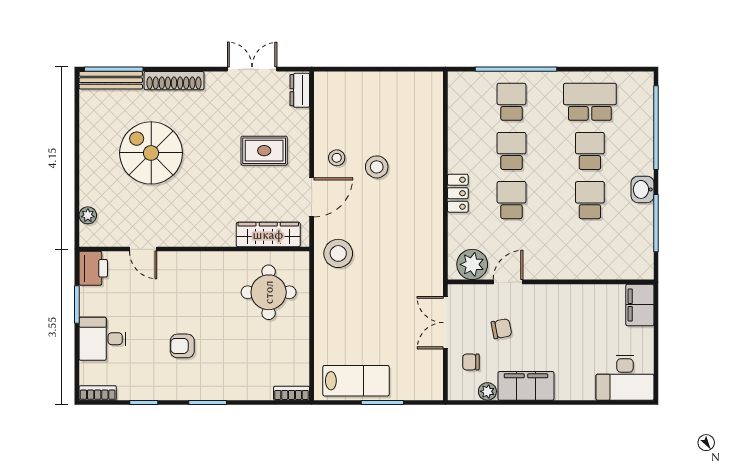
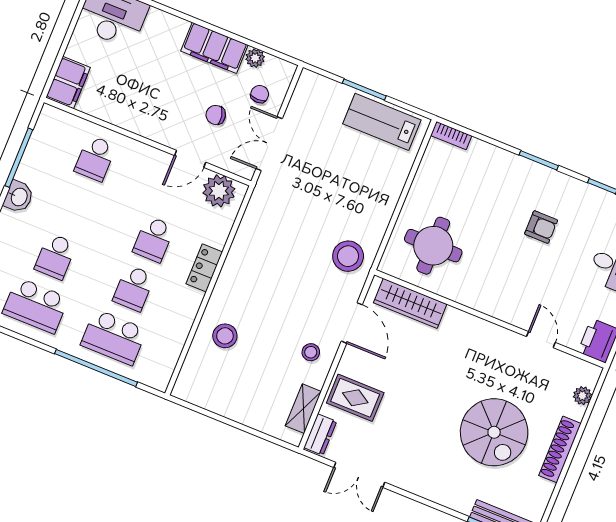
shoe rack: (174, 81) -> (560, 449), moved, turned -90
school desk: (511, 102) -> (114, 337), width x1.85
shelving: (323, 107) -> (303, 409), added
rug: (264, 151) -> (355, 398), moved
stool: (377, 167) -> (225, 336), moved
door: (312, 197) -> (352, 323), swing flipped
school desk: (590, 200) -> (95, 158), moved
double door: (445, 323) -> (269, 144), swing flipped
chair: (471, 362) -> (260, 94), turned -90

